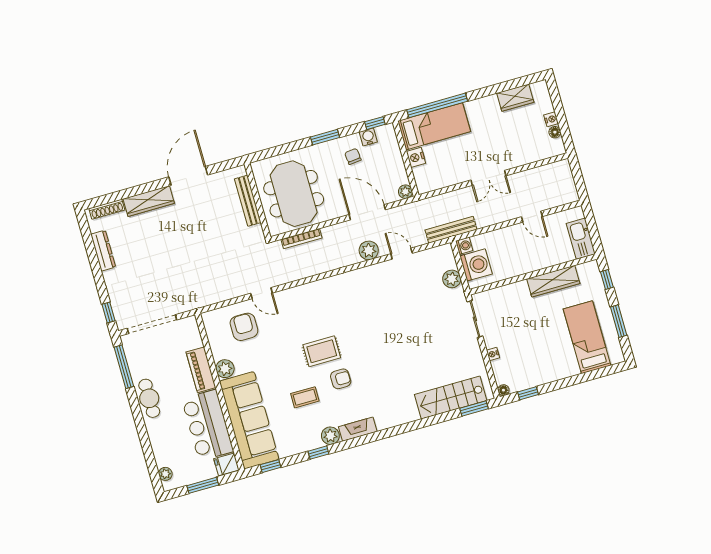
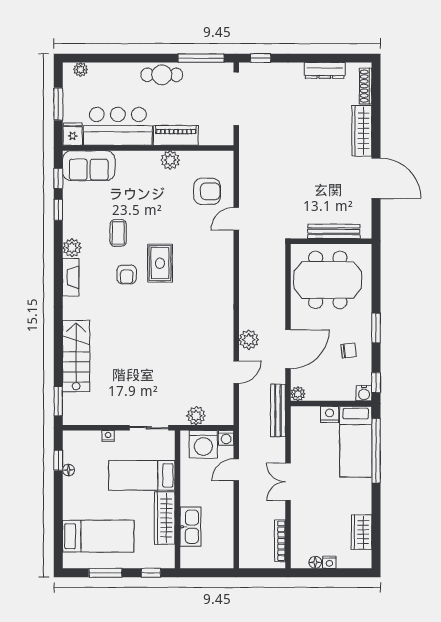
water cooler: (368, 137) -> (364, 393), moved, turned 90
door: (532, 217) -> (236, 470), moved
bench: (451, 230) -> (278, 410), moved
bookcase: (301, 239) -> (280, 541), moved
kitchen sink: (581, 239) -> (190, 527), moved, turned 90
bed: (520, 313) -> (142, 475), added
floor lamp: (503, 390) -> (68, 470), moved
stairs: (451, 398) -> (76, 356), moved
sofa: (249, 420) -> (89, 166), width x0.54, depth x0.79
window: (318, 453) -> (58, 210), moved

